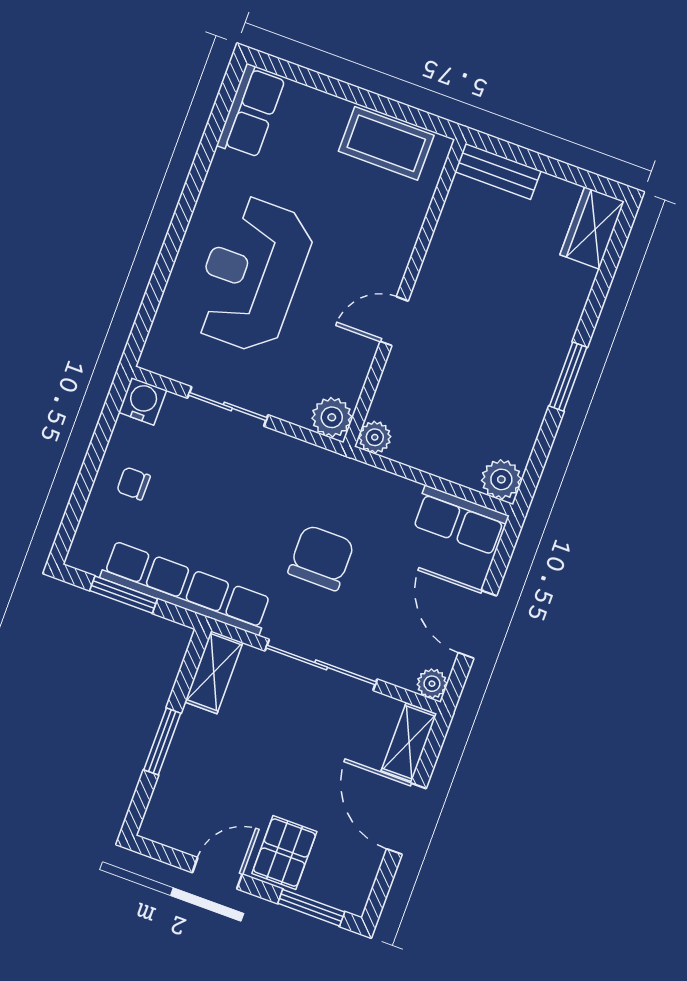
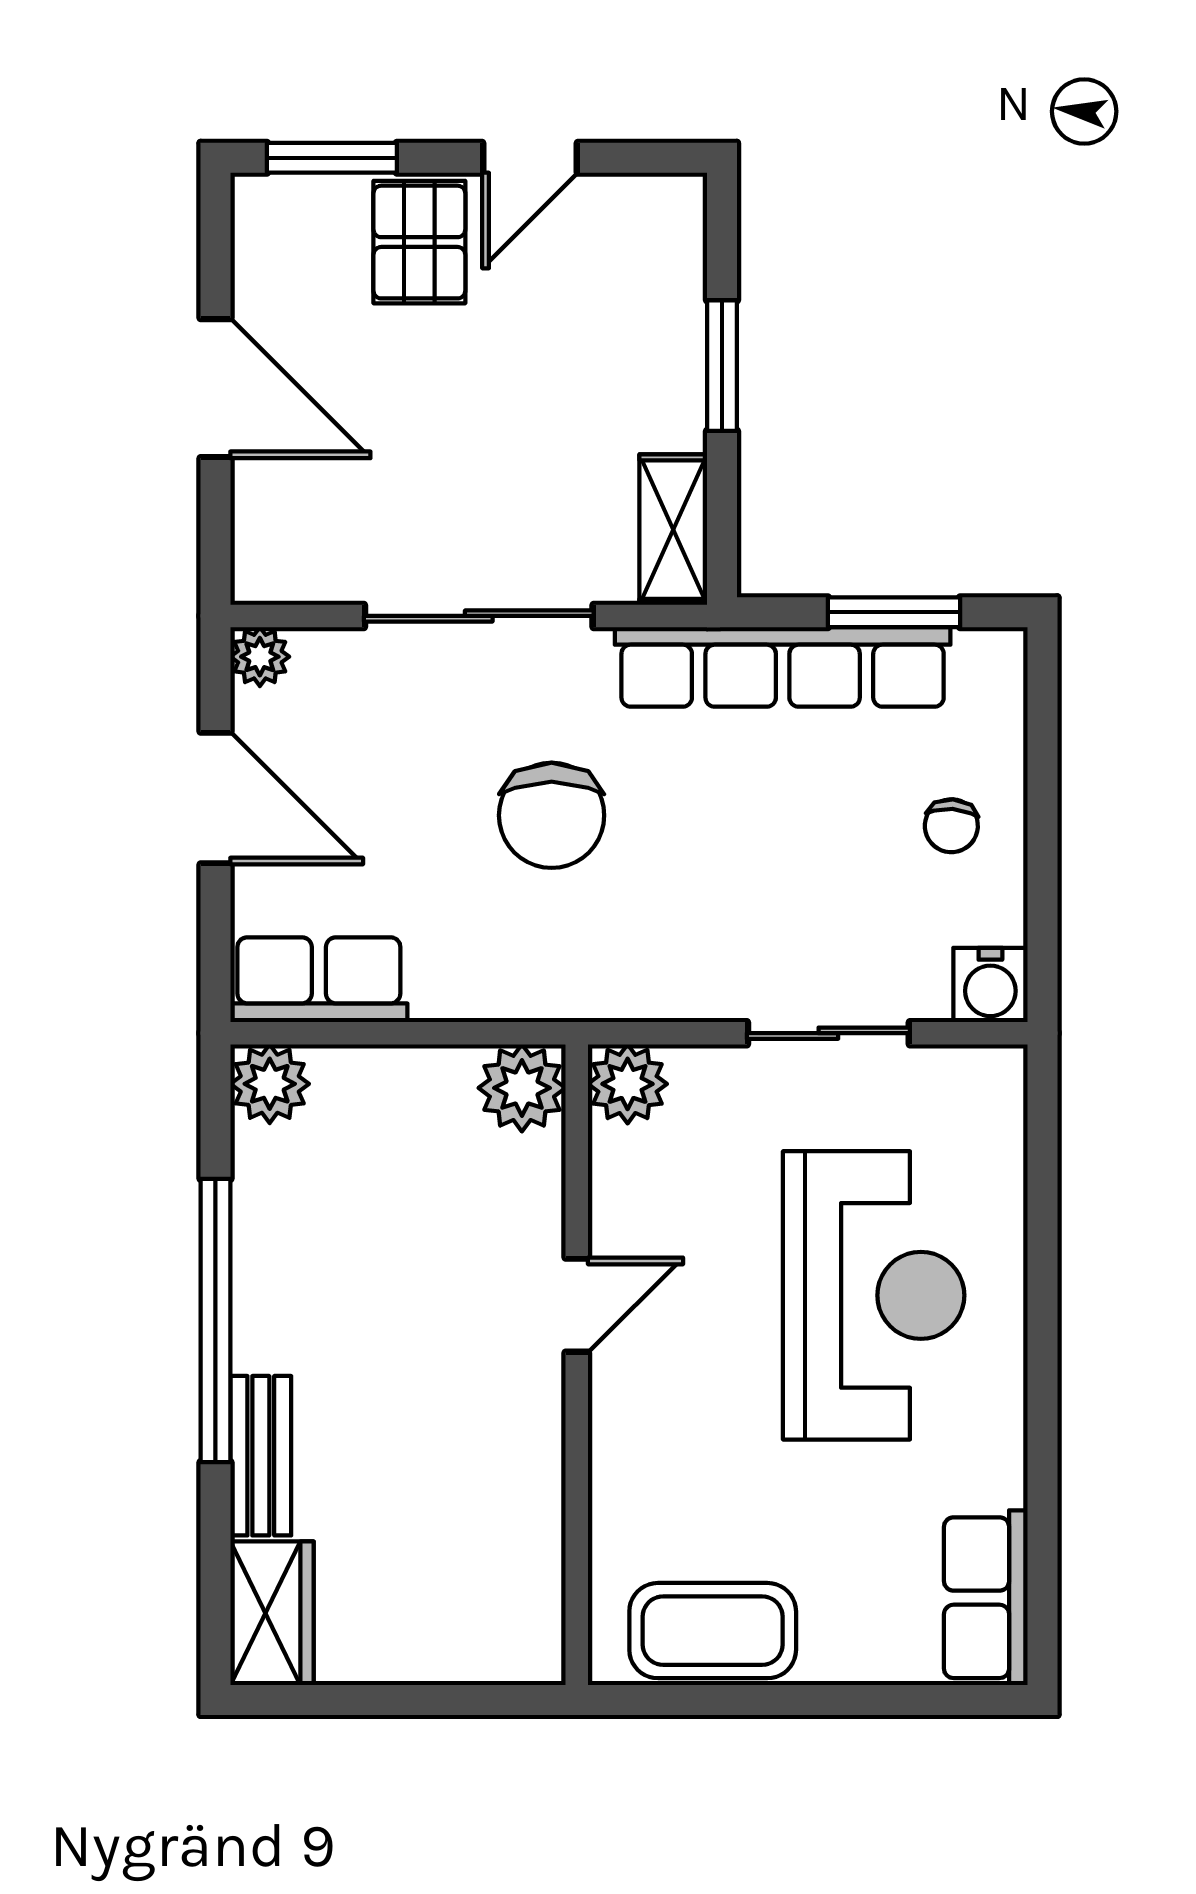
bench: (498, 171) -> (261, 1456), moved, turned 90
window: (568, 377) -> (215, 1320), width x2.11
plant: (375, 437) -> (522, 1088), width x1.38, depth x1.38
chair: (133, 483) -> (951, 826), turned 94
shelving: (409, 742) -> (263, 532), removed

